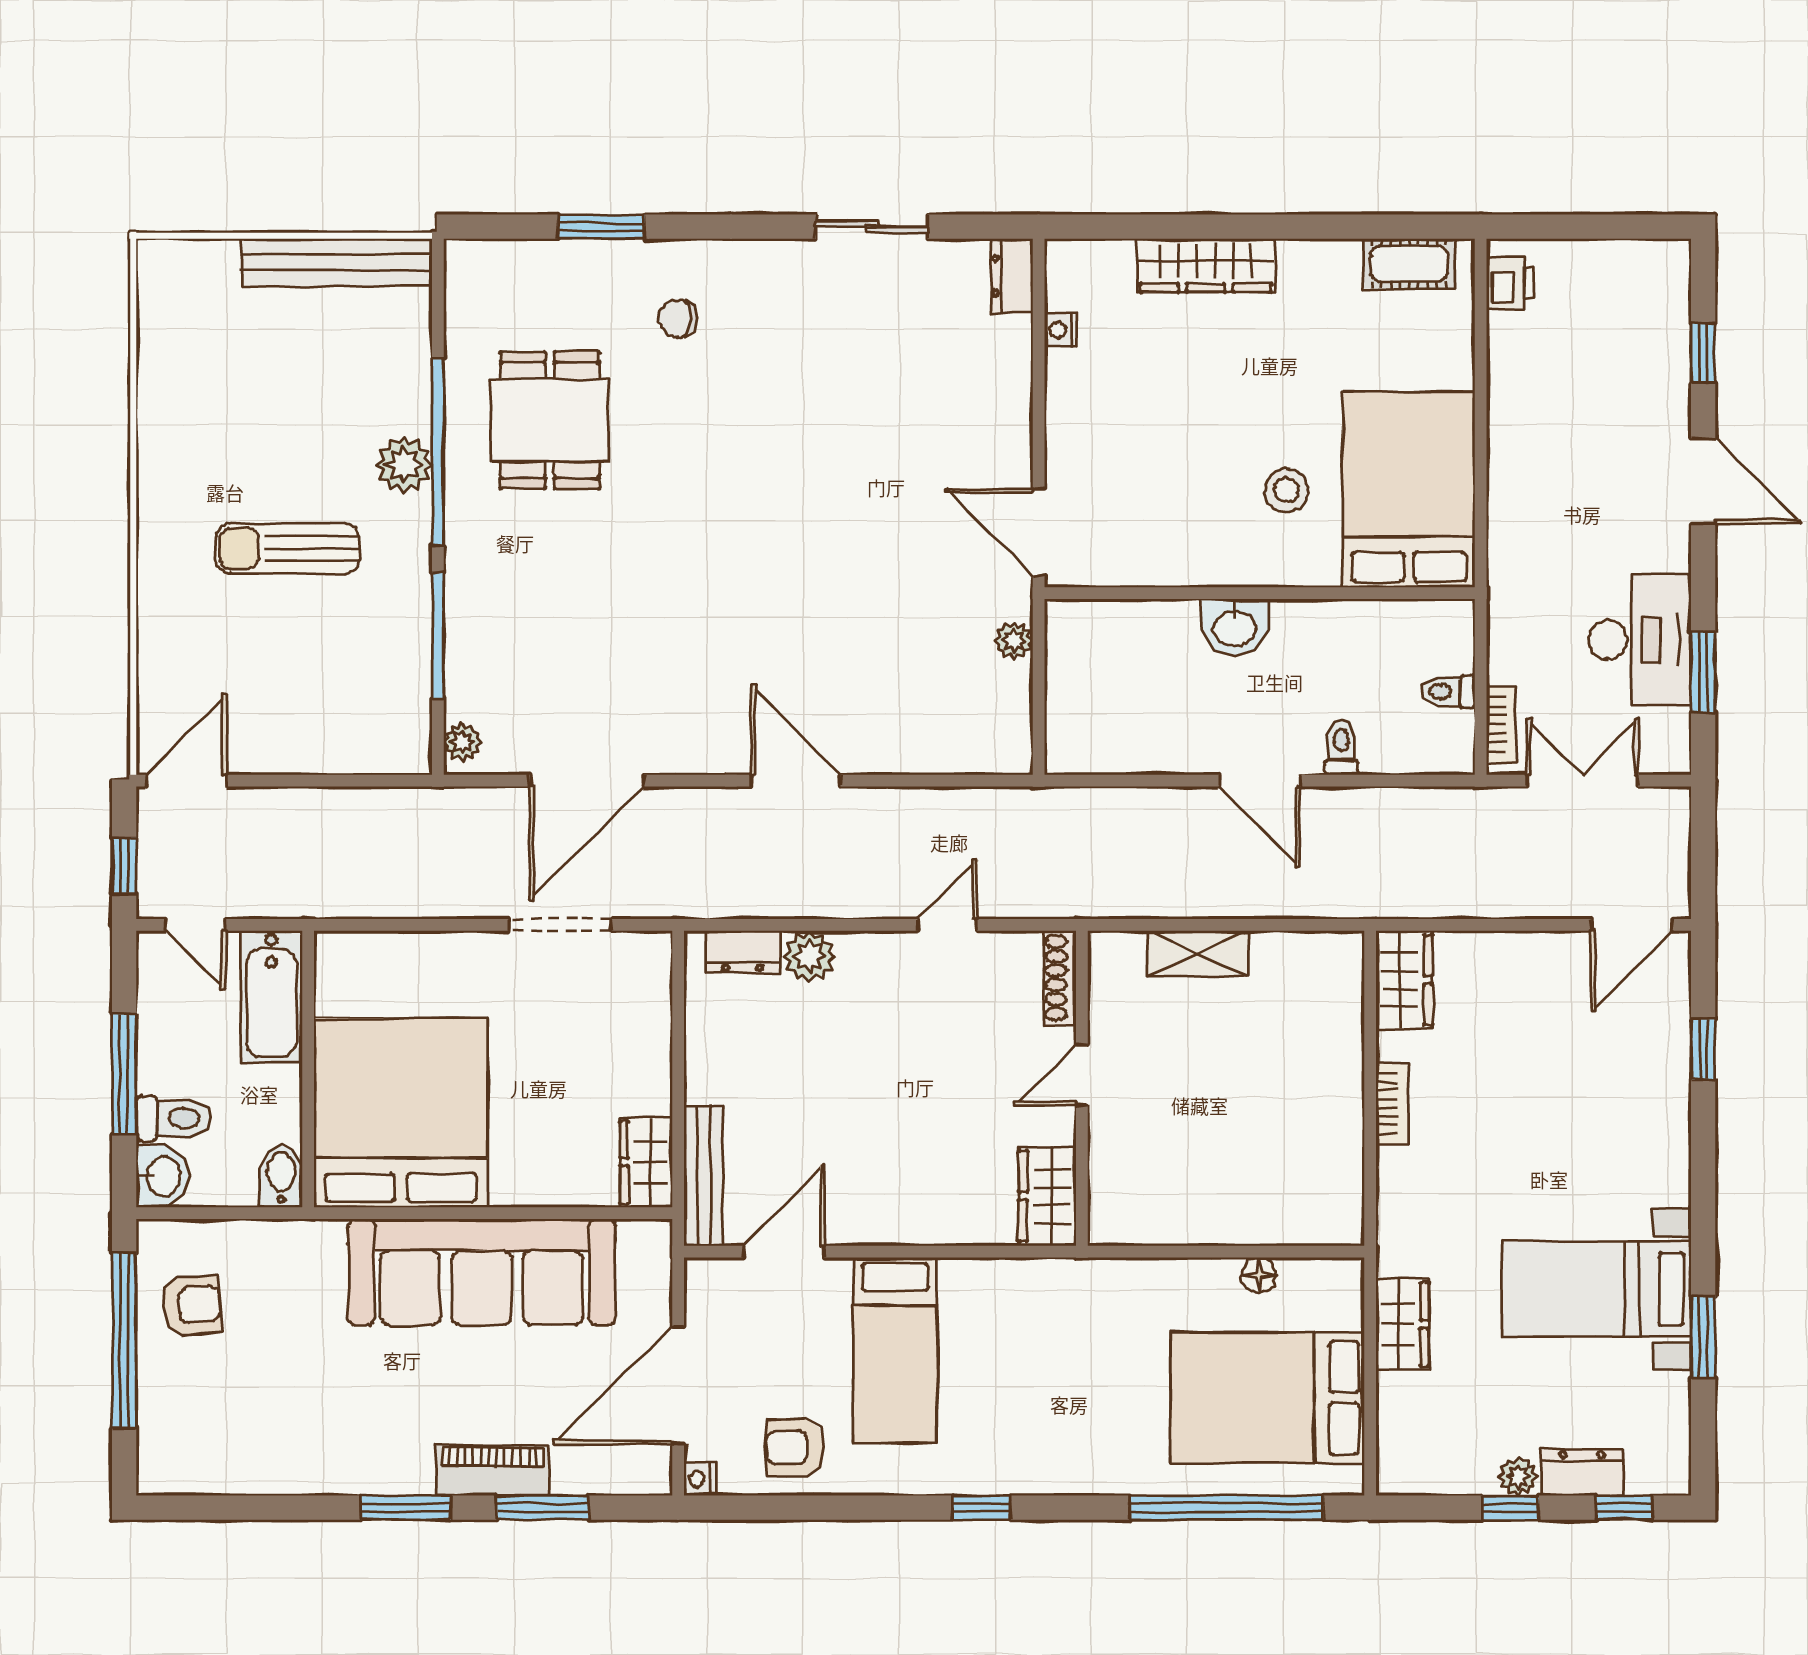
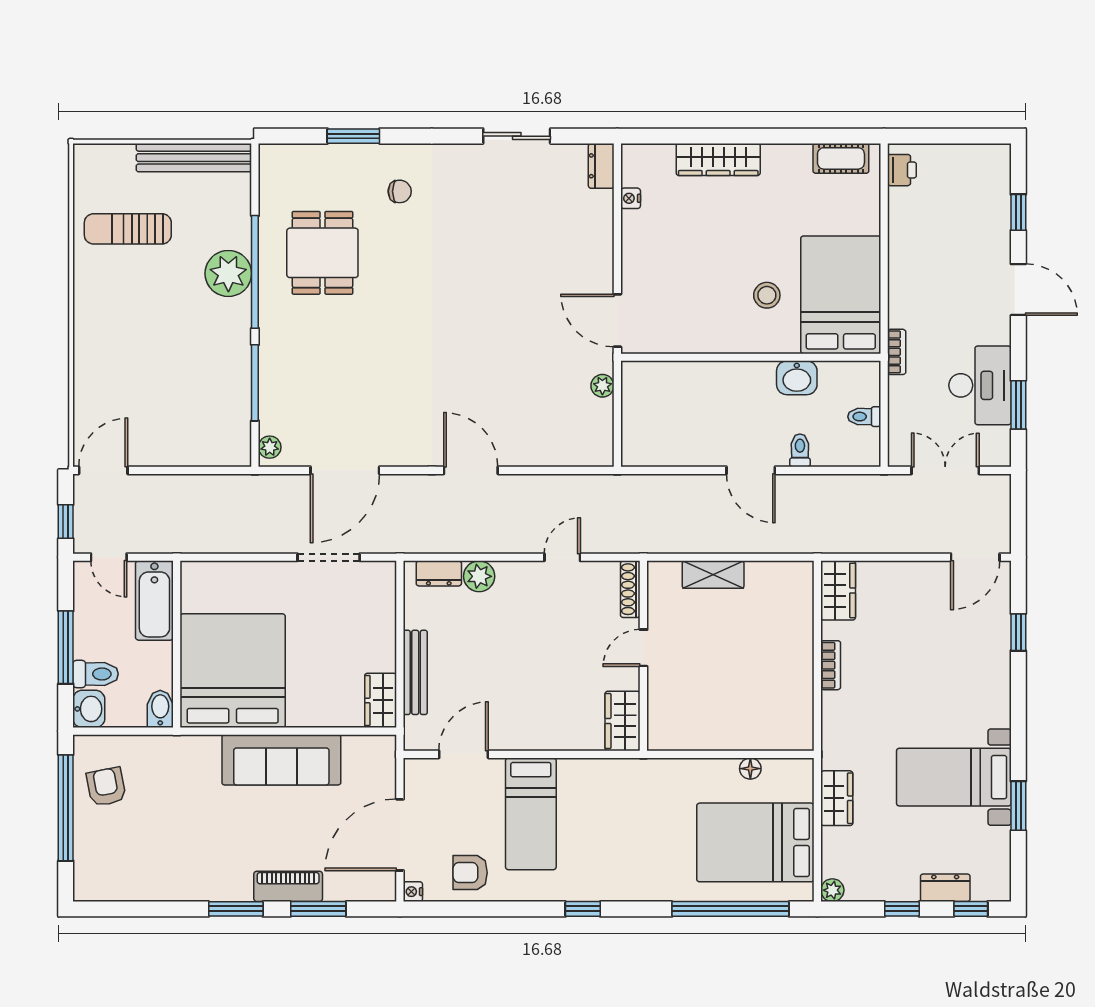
chair: (678, 318) -> (400, 191), turned 180
plant: (404, 465) -> (228, 273), width x1.36, depth x1.36
sun lounger: (288, 549) -> (128, 229), moved
washbasin: (1235, 627) -> (797, 378), moved
bookcase: (1501, 725) -> (897, 352), moved
bench: (703, 1176) -> (415, 672), moved
sofa: (482, 1272) -> (281, 760), width x0.74, depth x0.79
armchair: (191, 1305) -> (106, 787), turned -96
plant: (1518, 1477) -> (832, 890), moved

